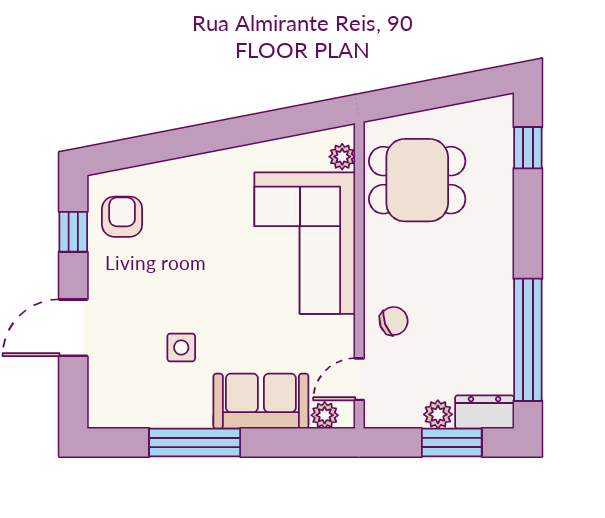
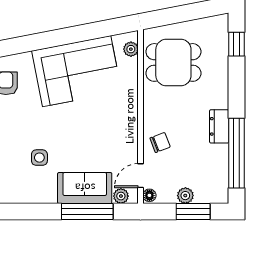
corner sofa: (305, 243) -> (77, 71), moved, turned -101
dresser: (485, 412) -> (219, 126), moved, turned -90
floor lamp: (375, 414) -> (149, 195), added
window: (195, 442) -> (87, 212), moved

